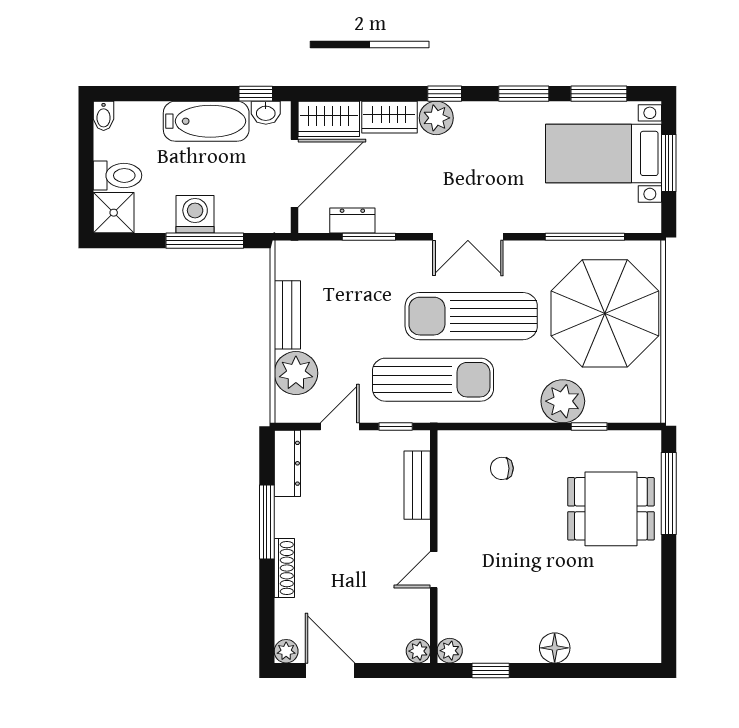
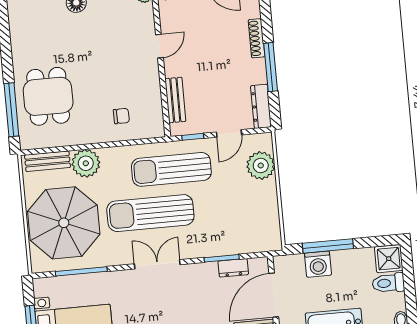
washing machine: (195, 214) -> (318, 264), moved
bench: (287, 315) -> (47, 161), moved, turned 90
sun lounger: (471, 316) -> (150, 213), turned 180
window: (589, 426) -> (67, 148), removed
dining table: (611, 509) -> (48, 96), turned 90

